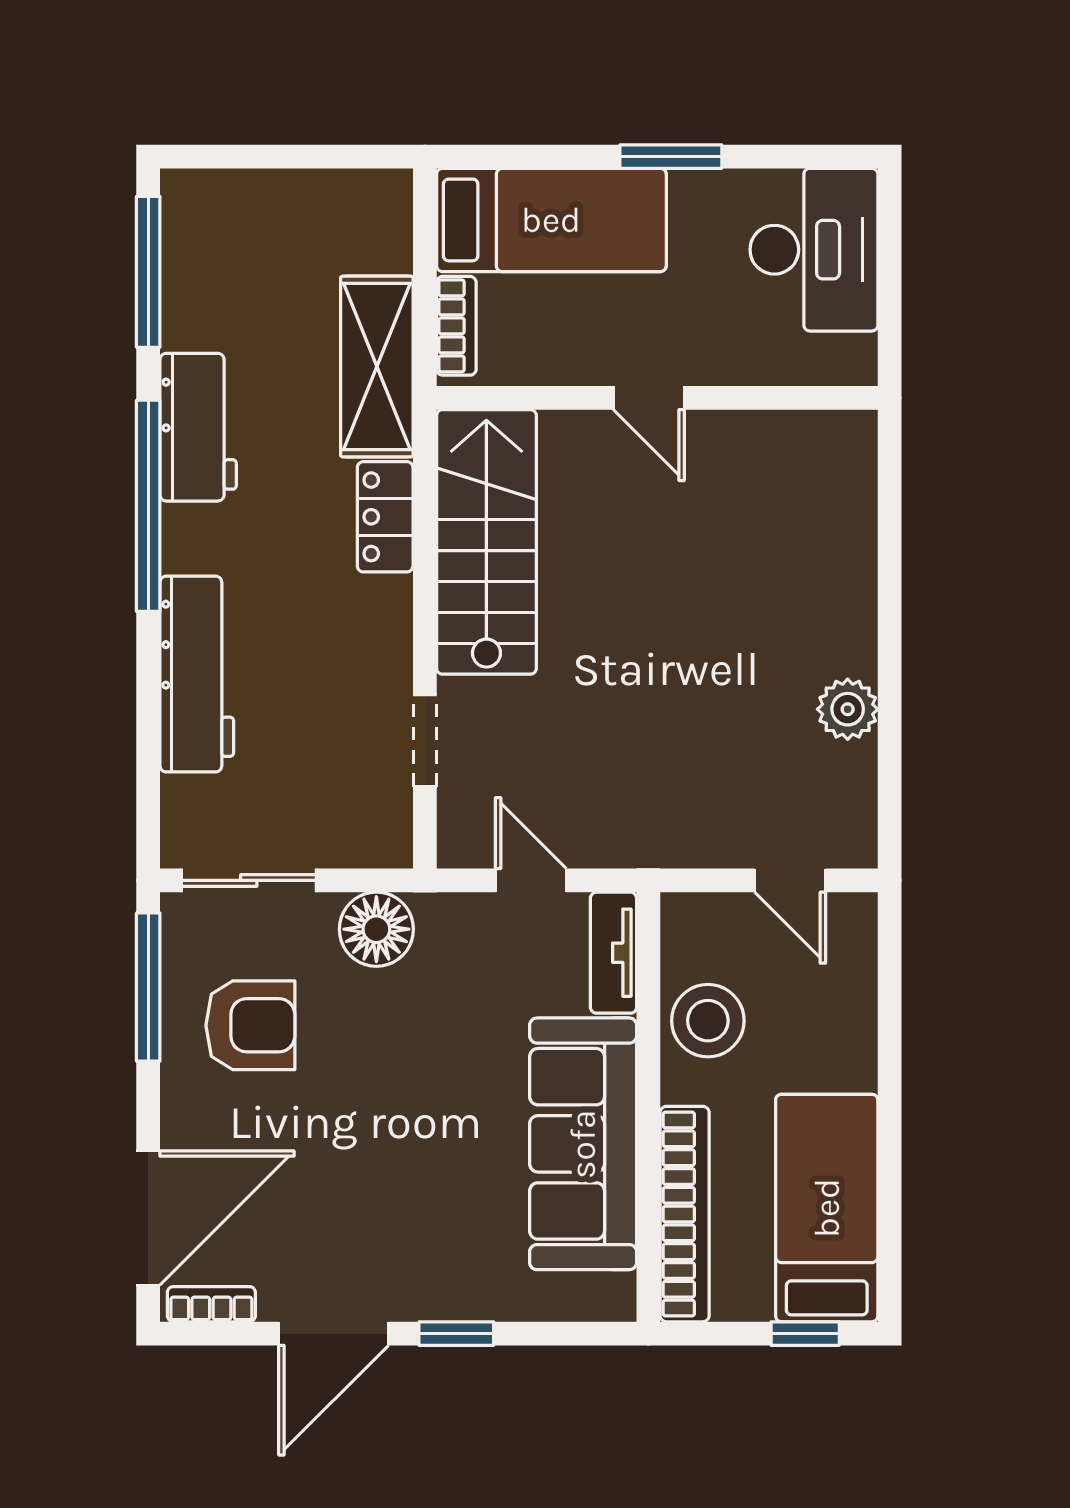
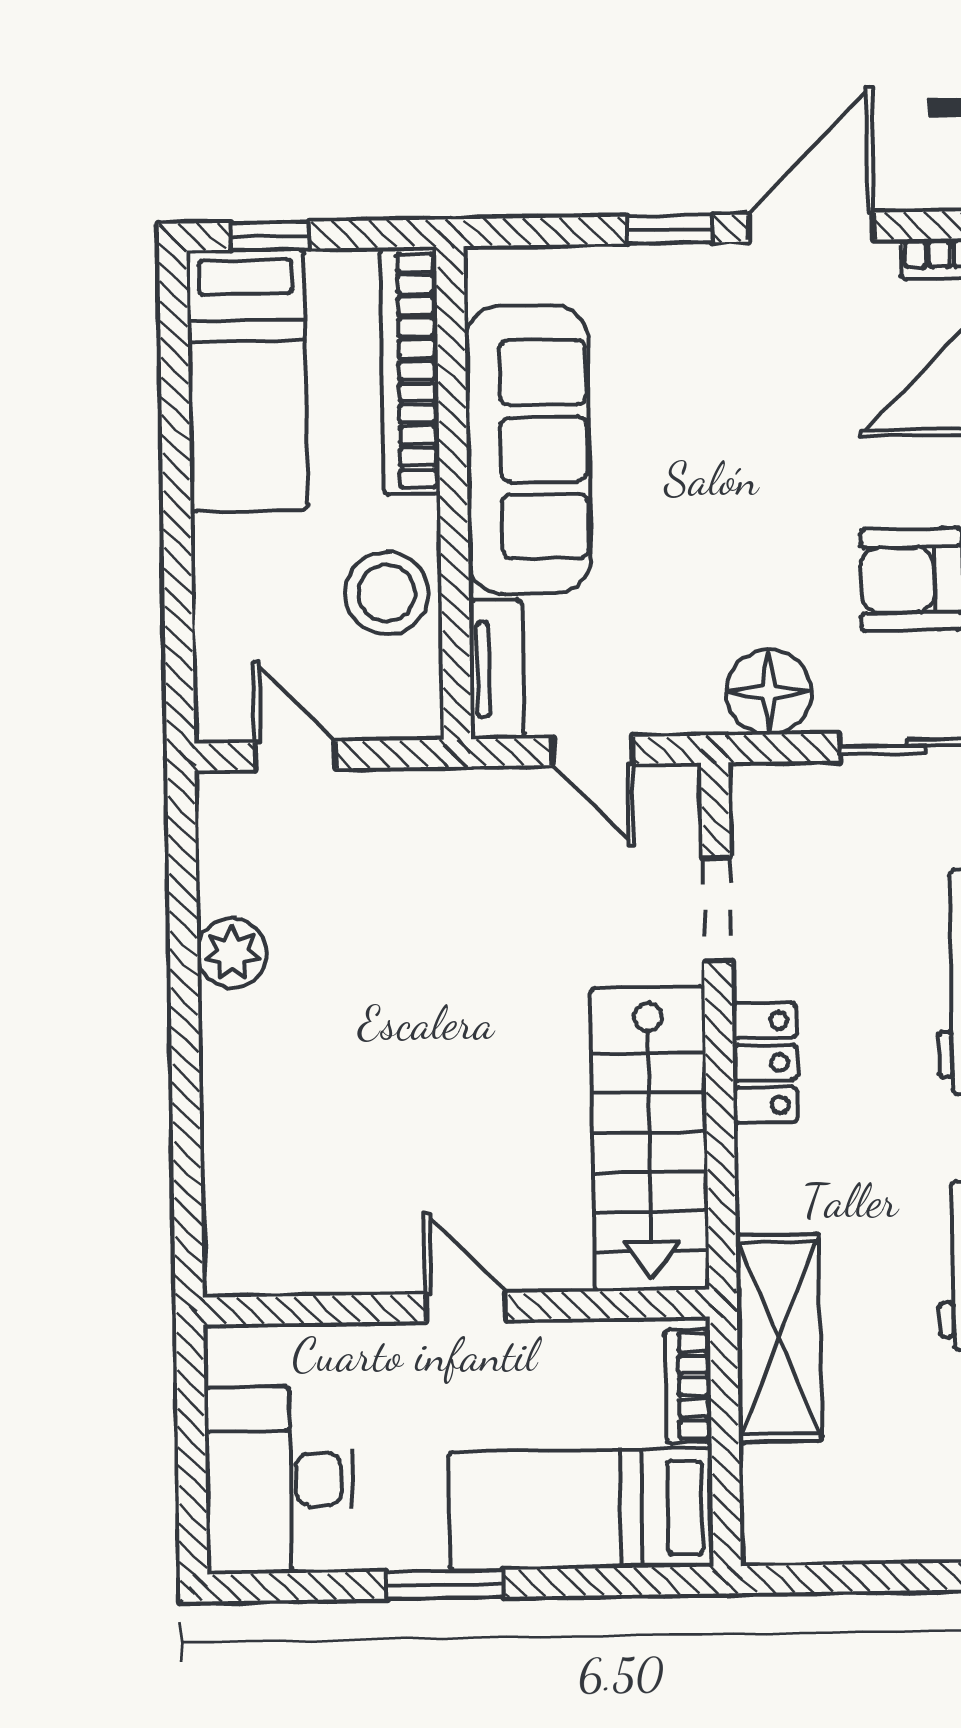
locker: (385, 517) -> (765, 1063), moved

